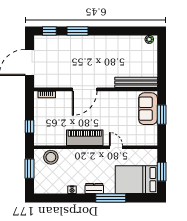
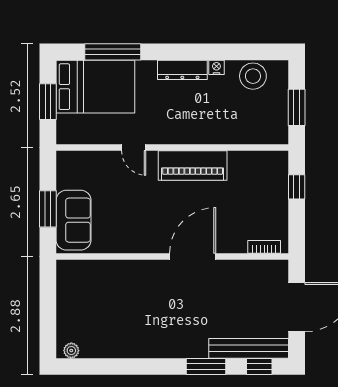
bench: (136, 82) -> (249, 348), moved
stool: (51, 157) -> (253, 76), moved
dresser: (94, 189) -> (182, 70), width x1.44
window: (111, 198) -> (113, 52), moved

